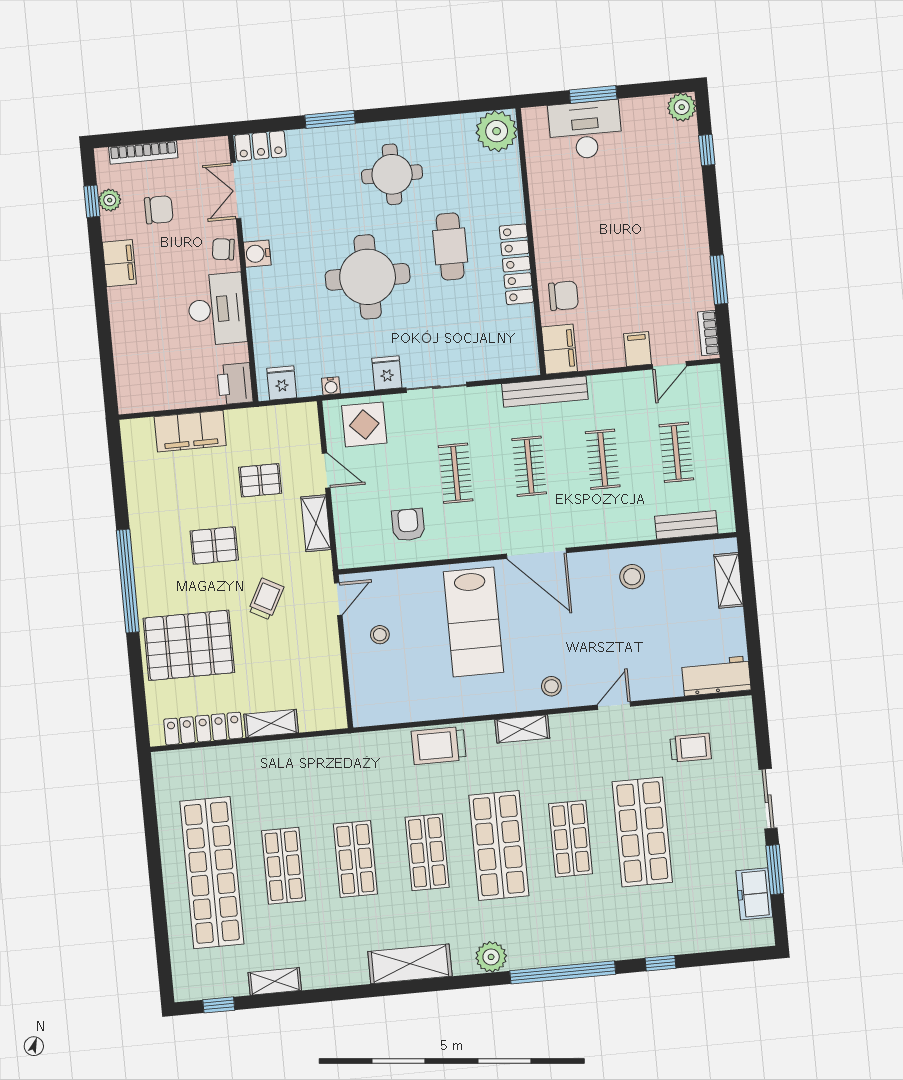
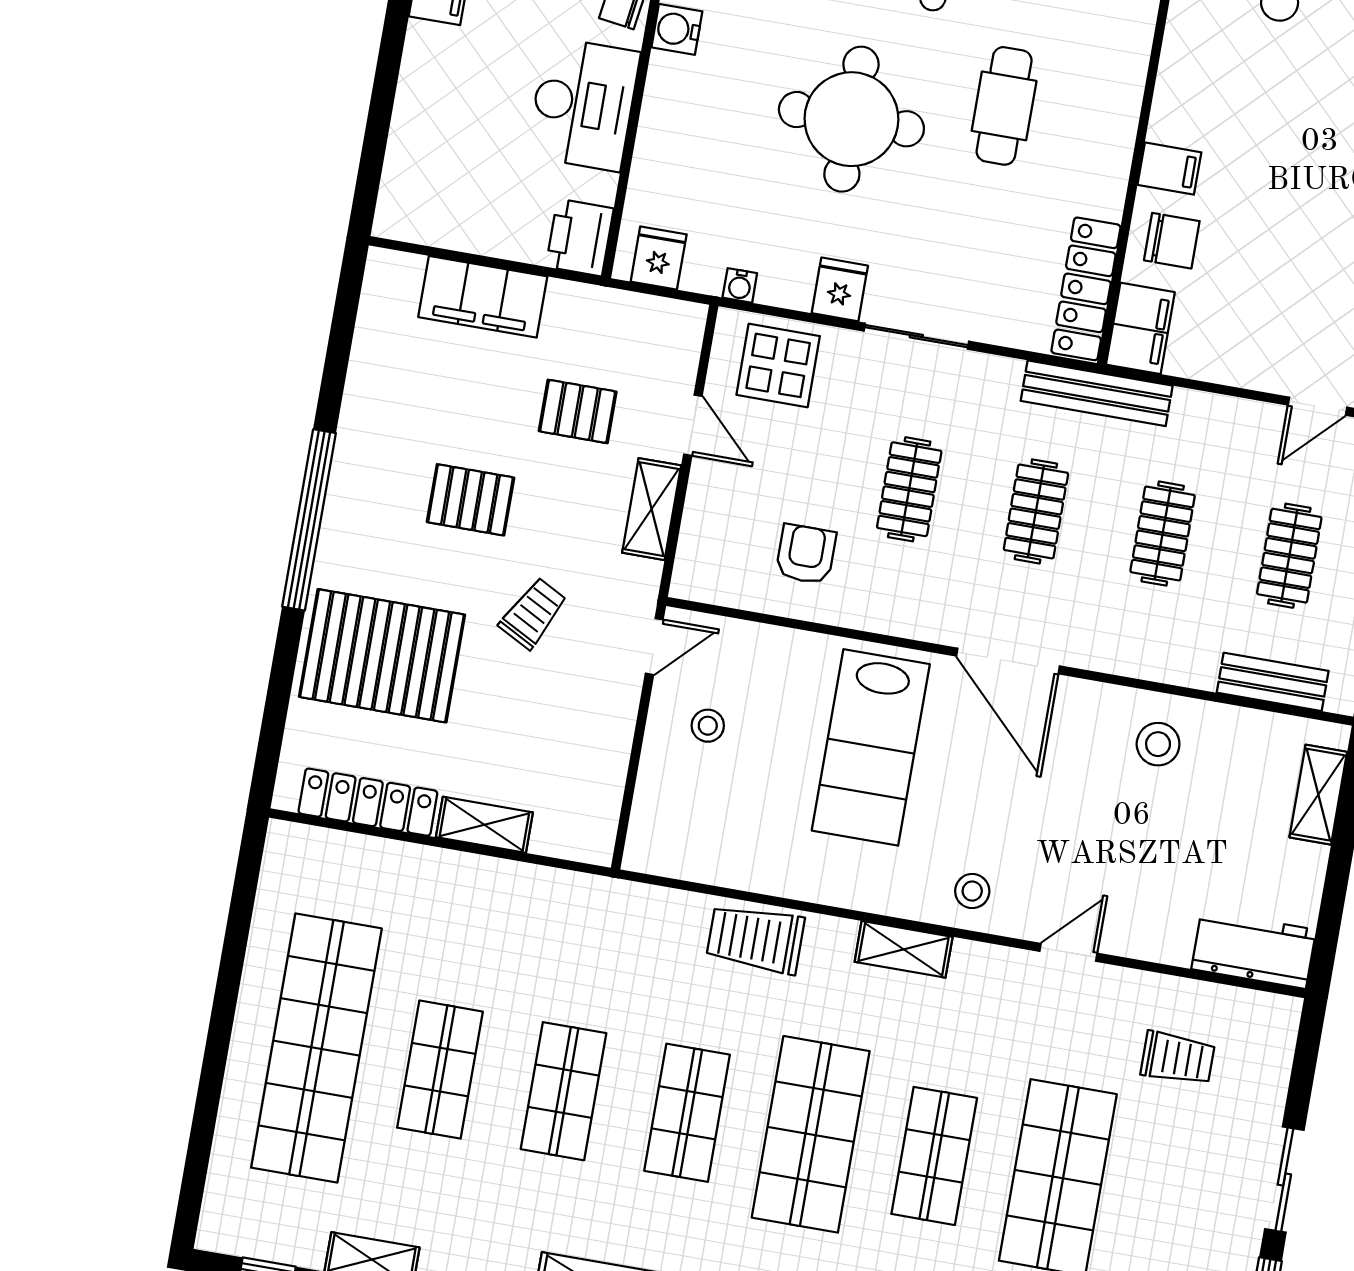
locker: (516, 264) -> (1086, 289), moved
filing cabinet: (637, 349) -> (1169, 169), moved, turned 90

